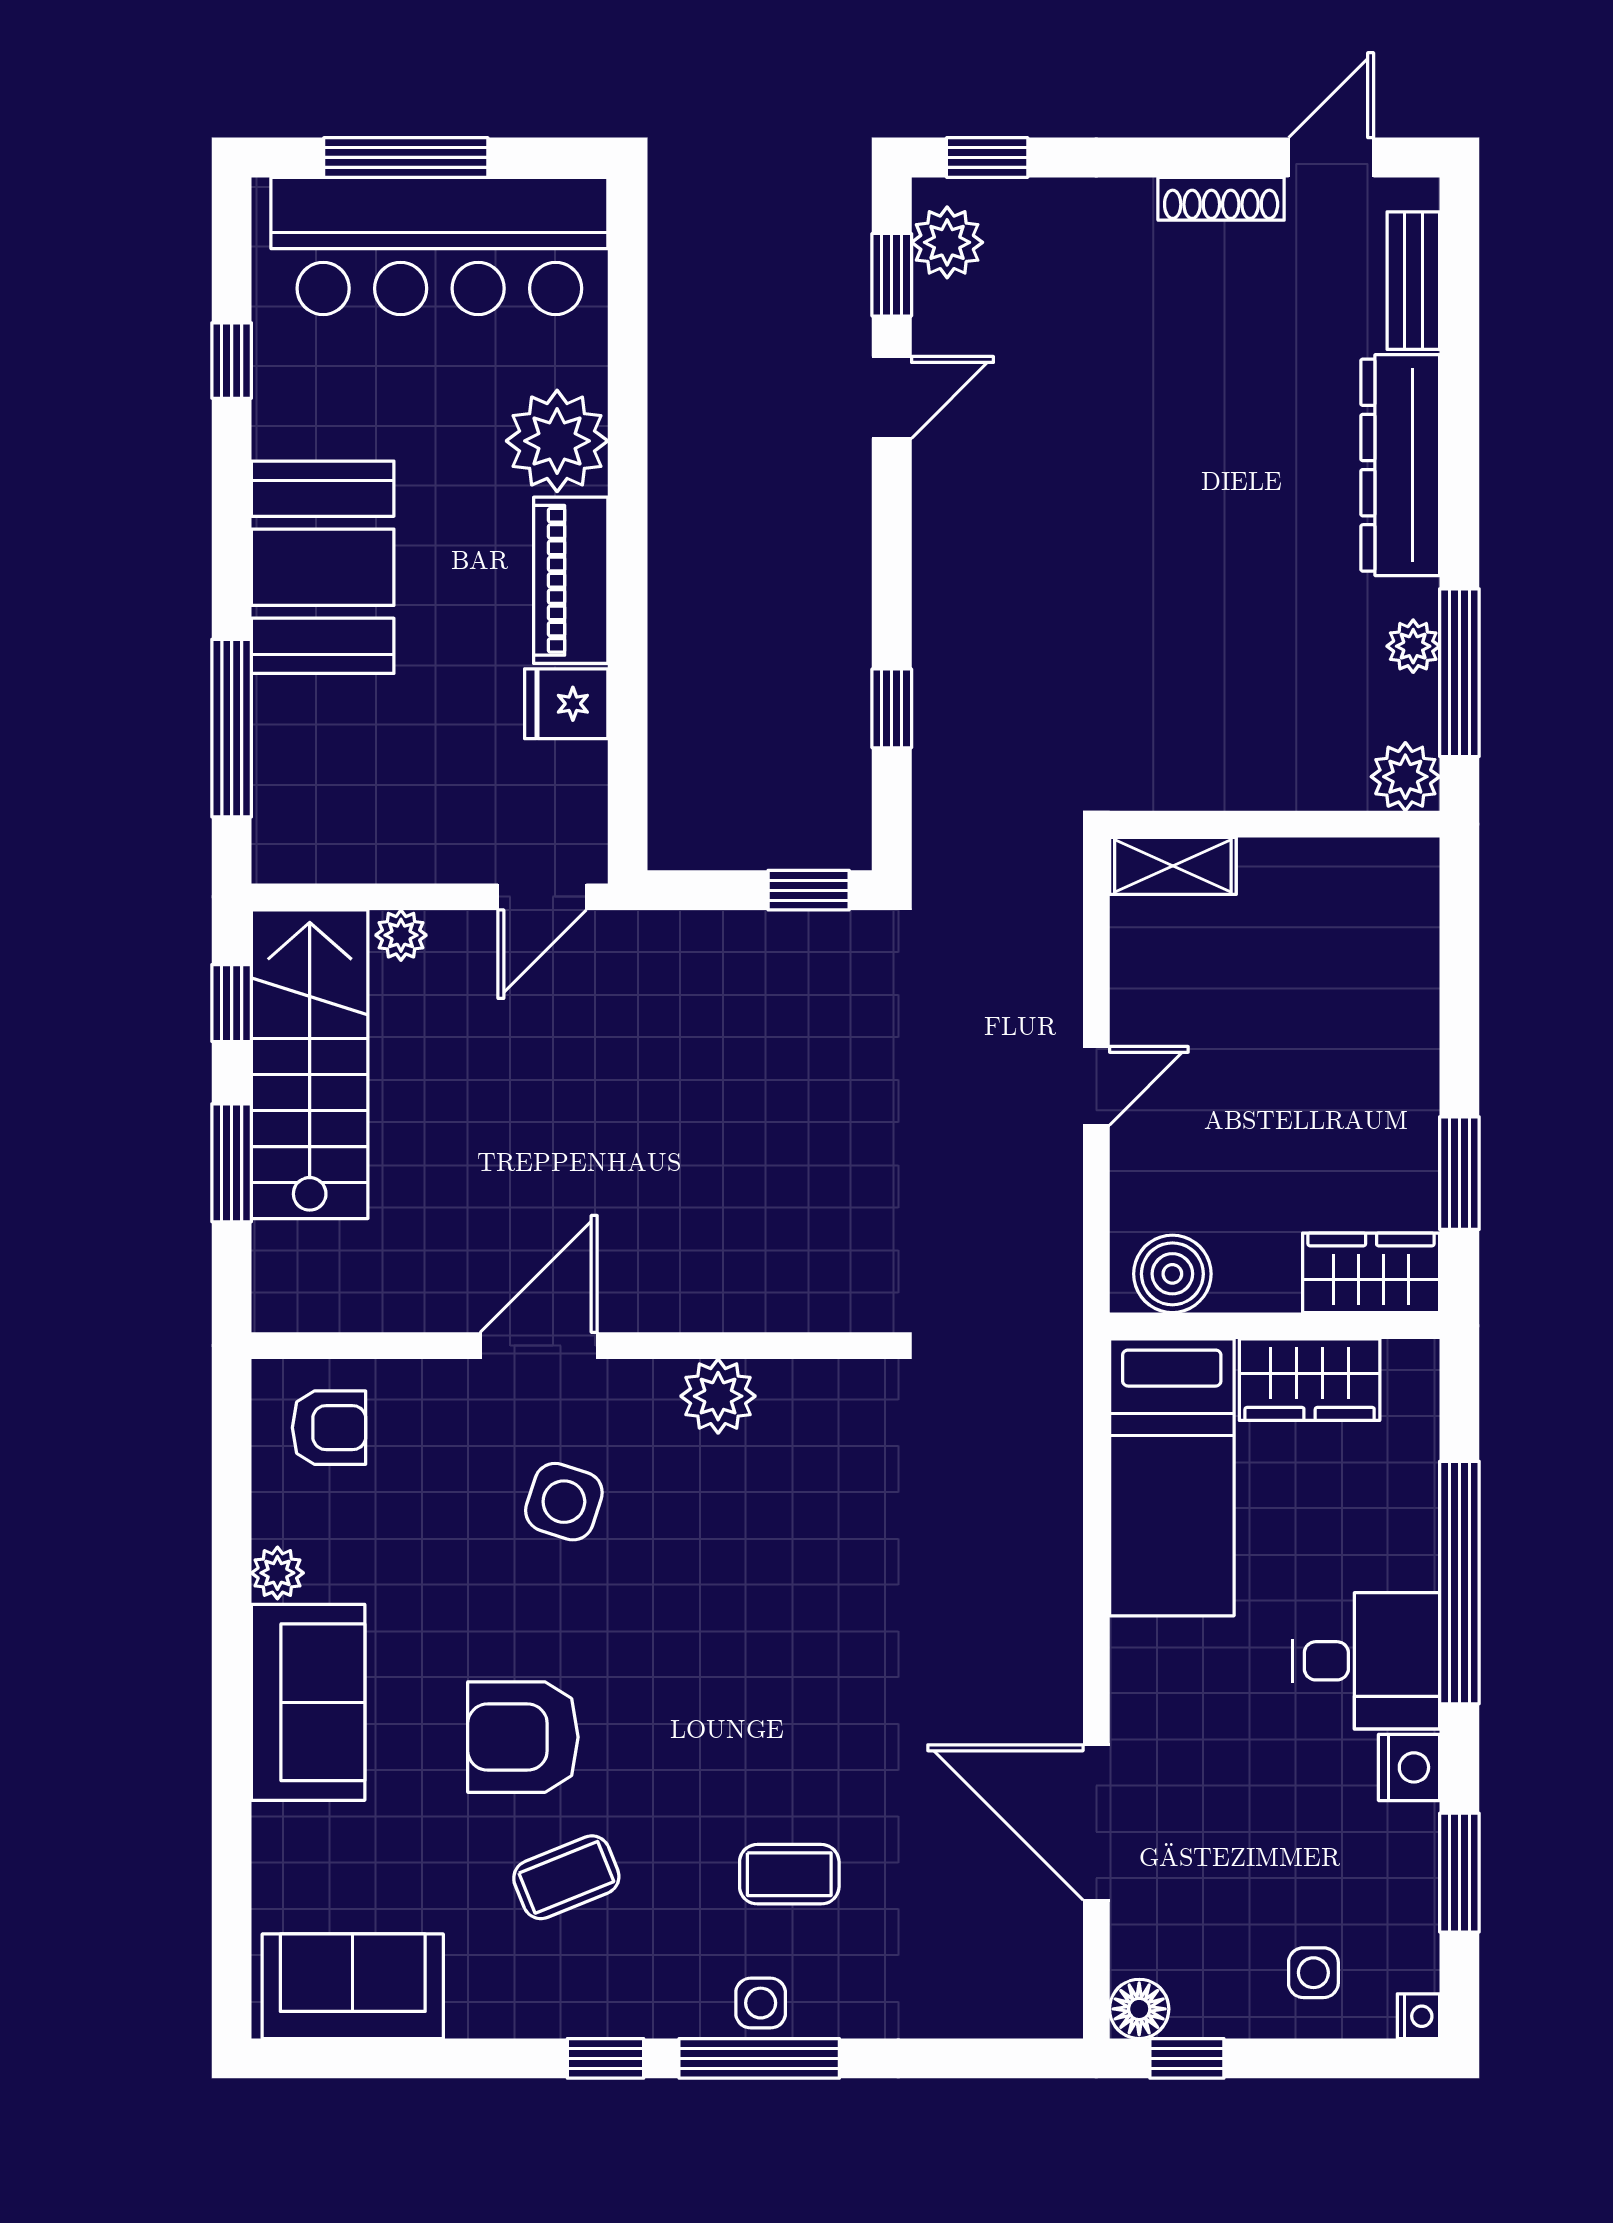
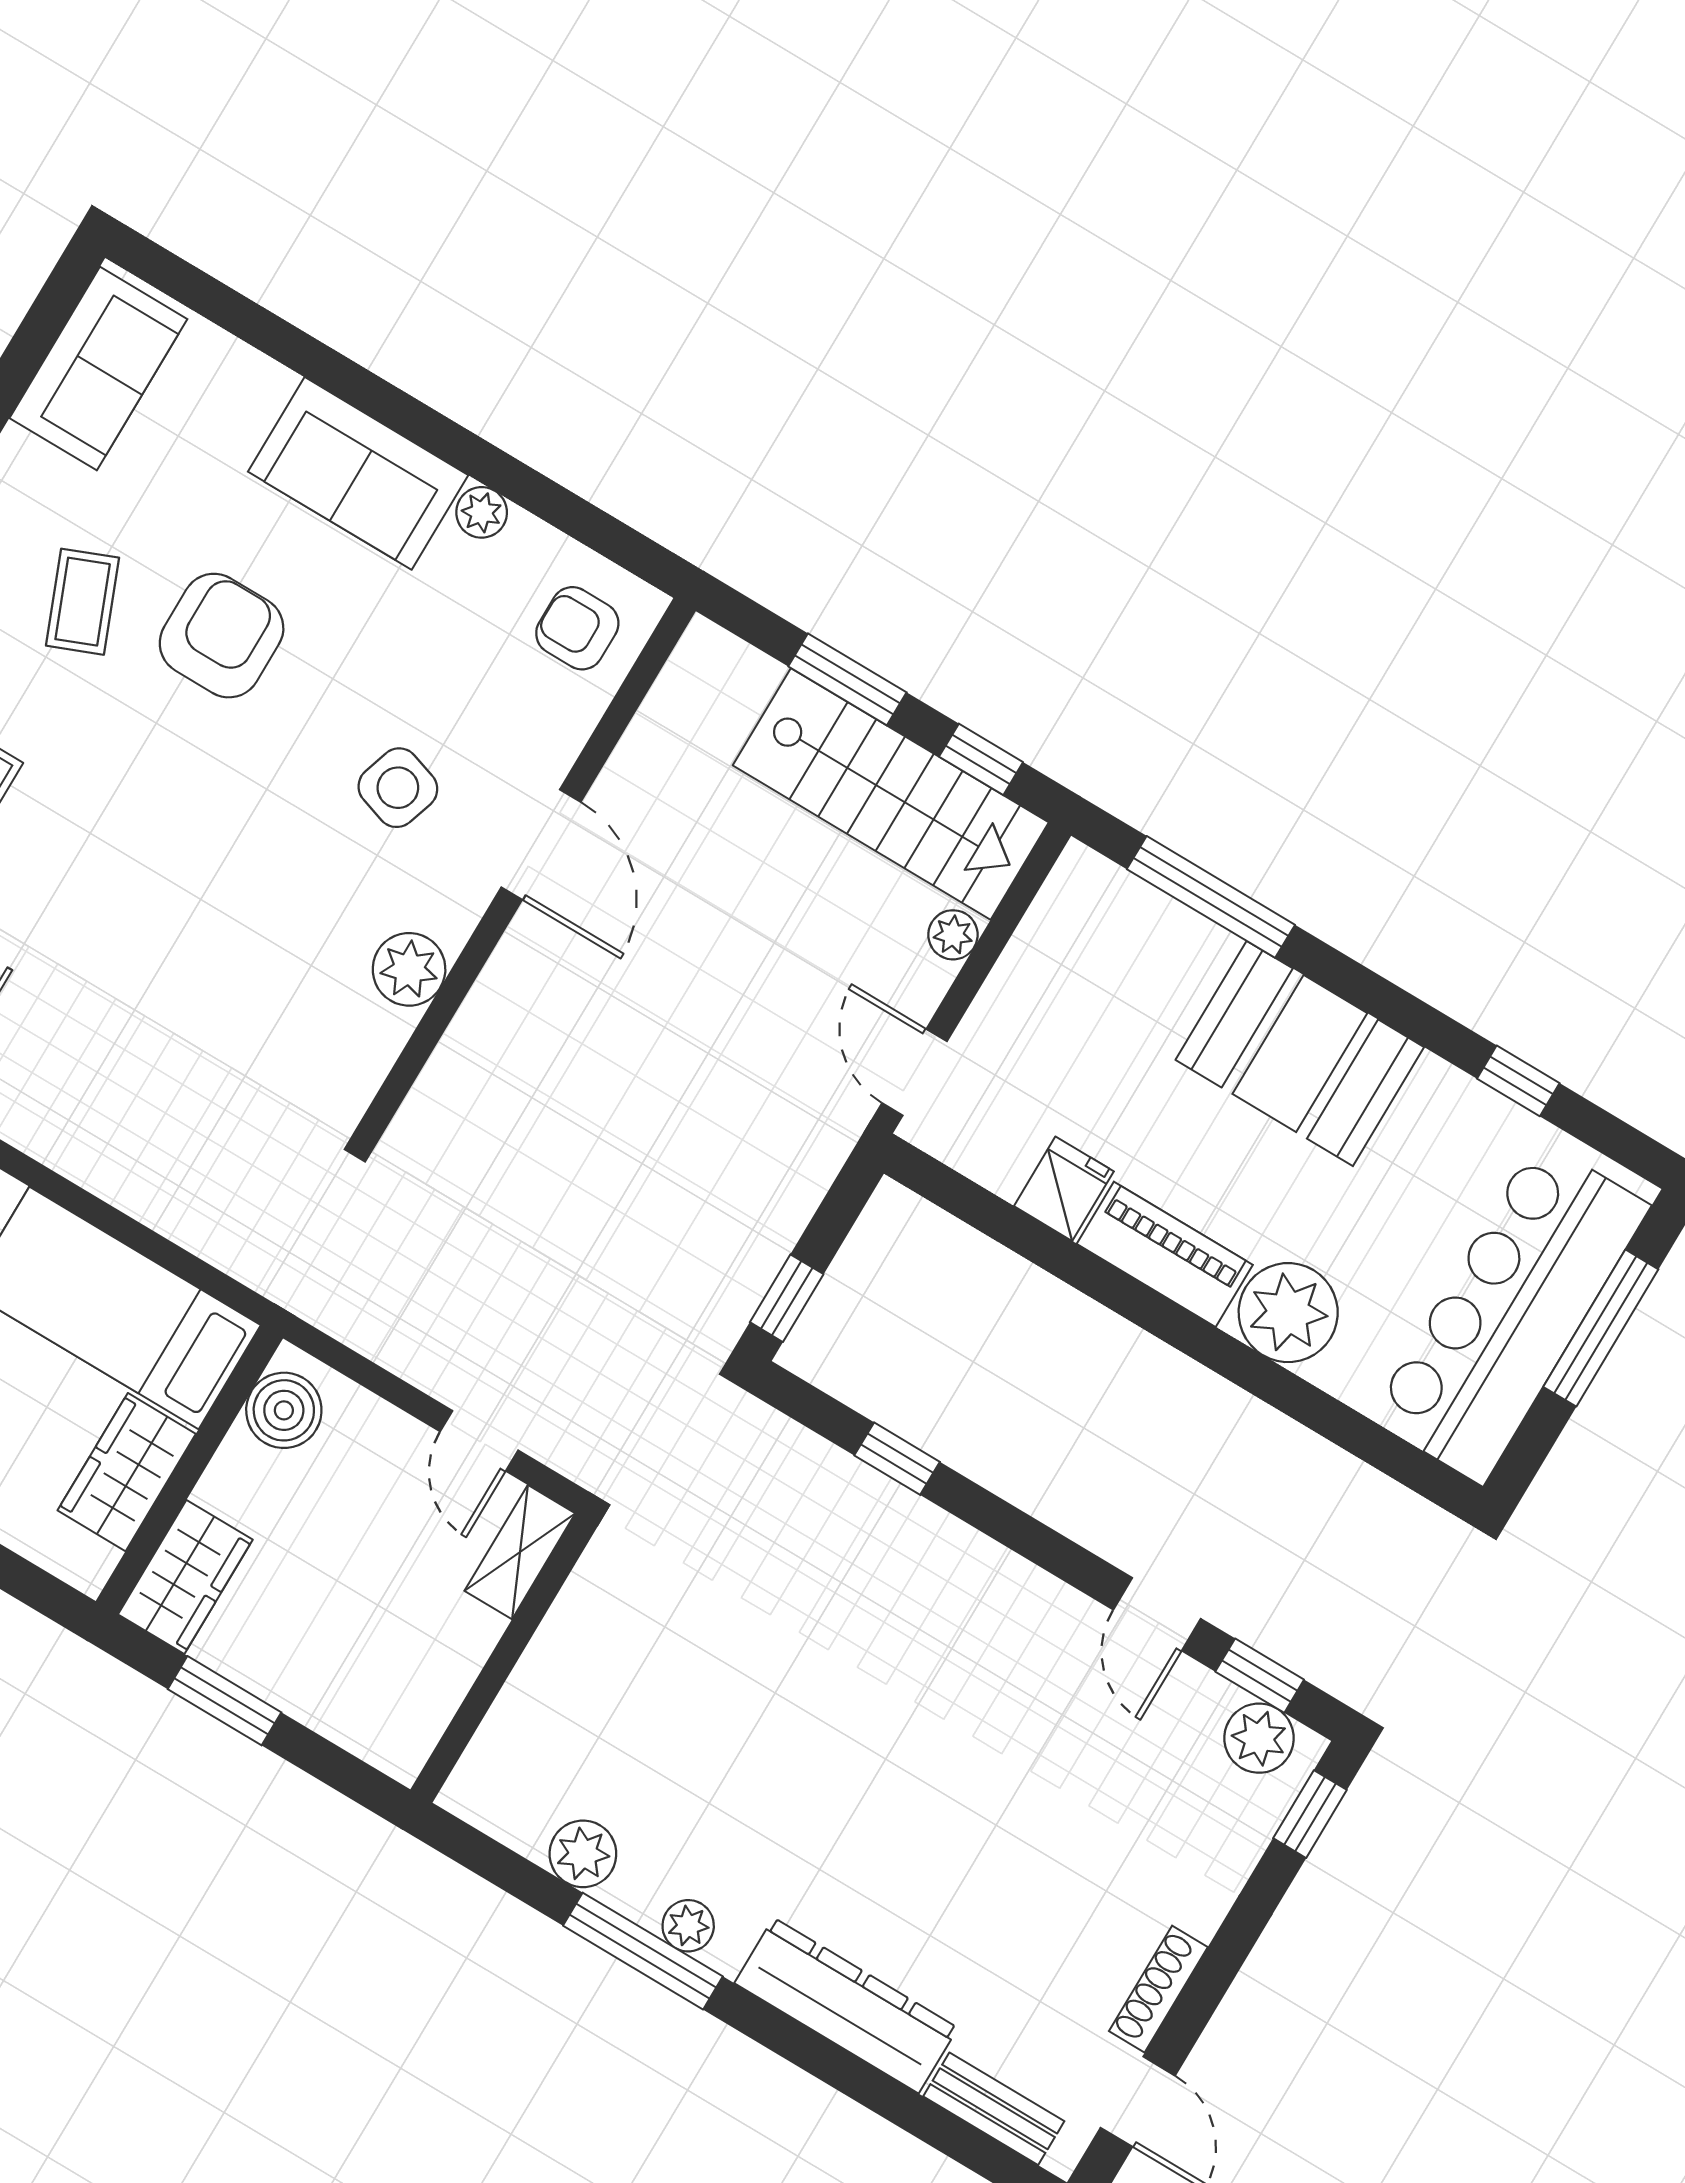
wall: (1275, 824) -> (504, 1658), moved
shelving: (1173, 866) -> (520, 1552), moved
armchair: (329, 1428) -> (577, 628), turned 90

